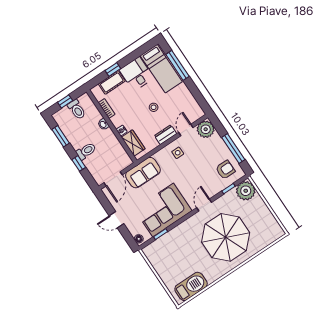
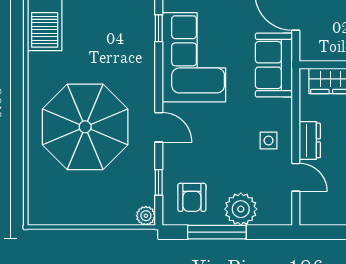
plant: (206, 129) -> (241, 209), moved
plant: (246, 191) -> (146, 216), width x0.53, depth x0.53

